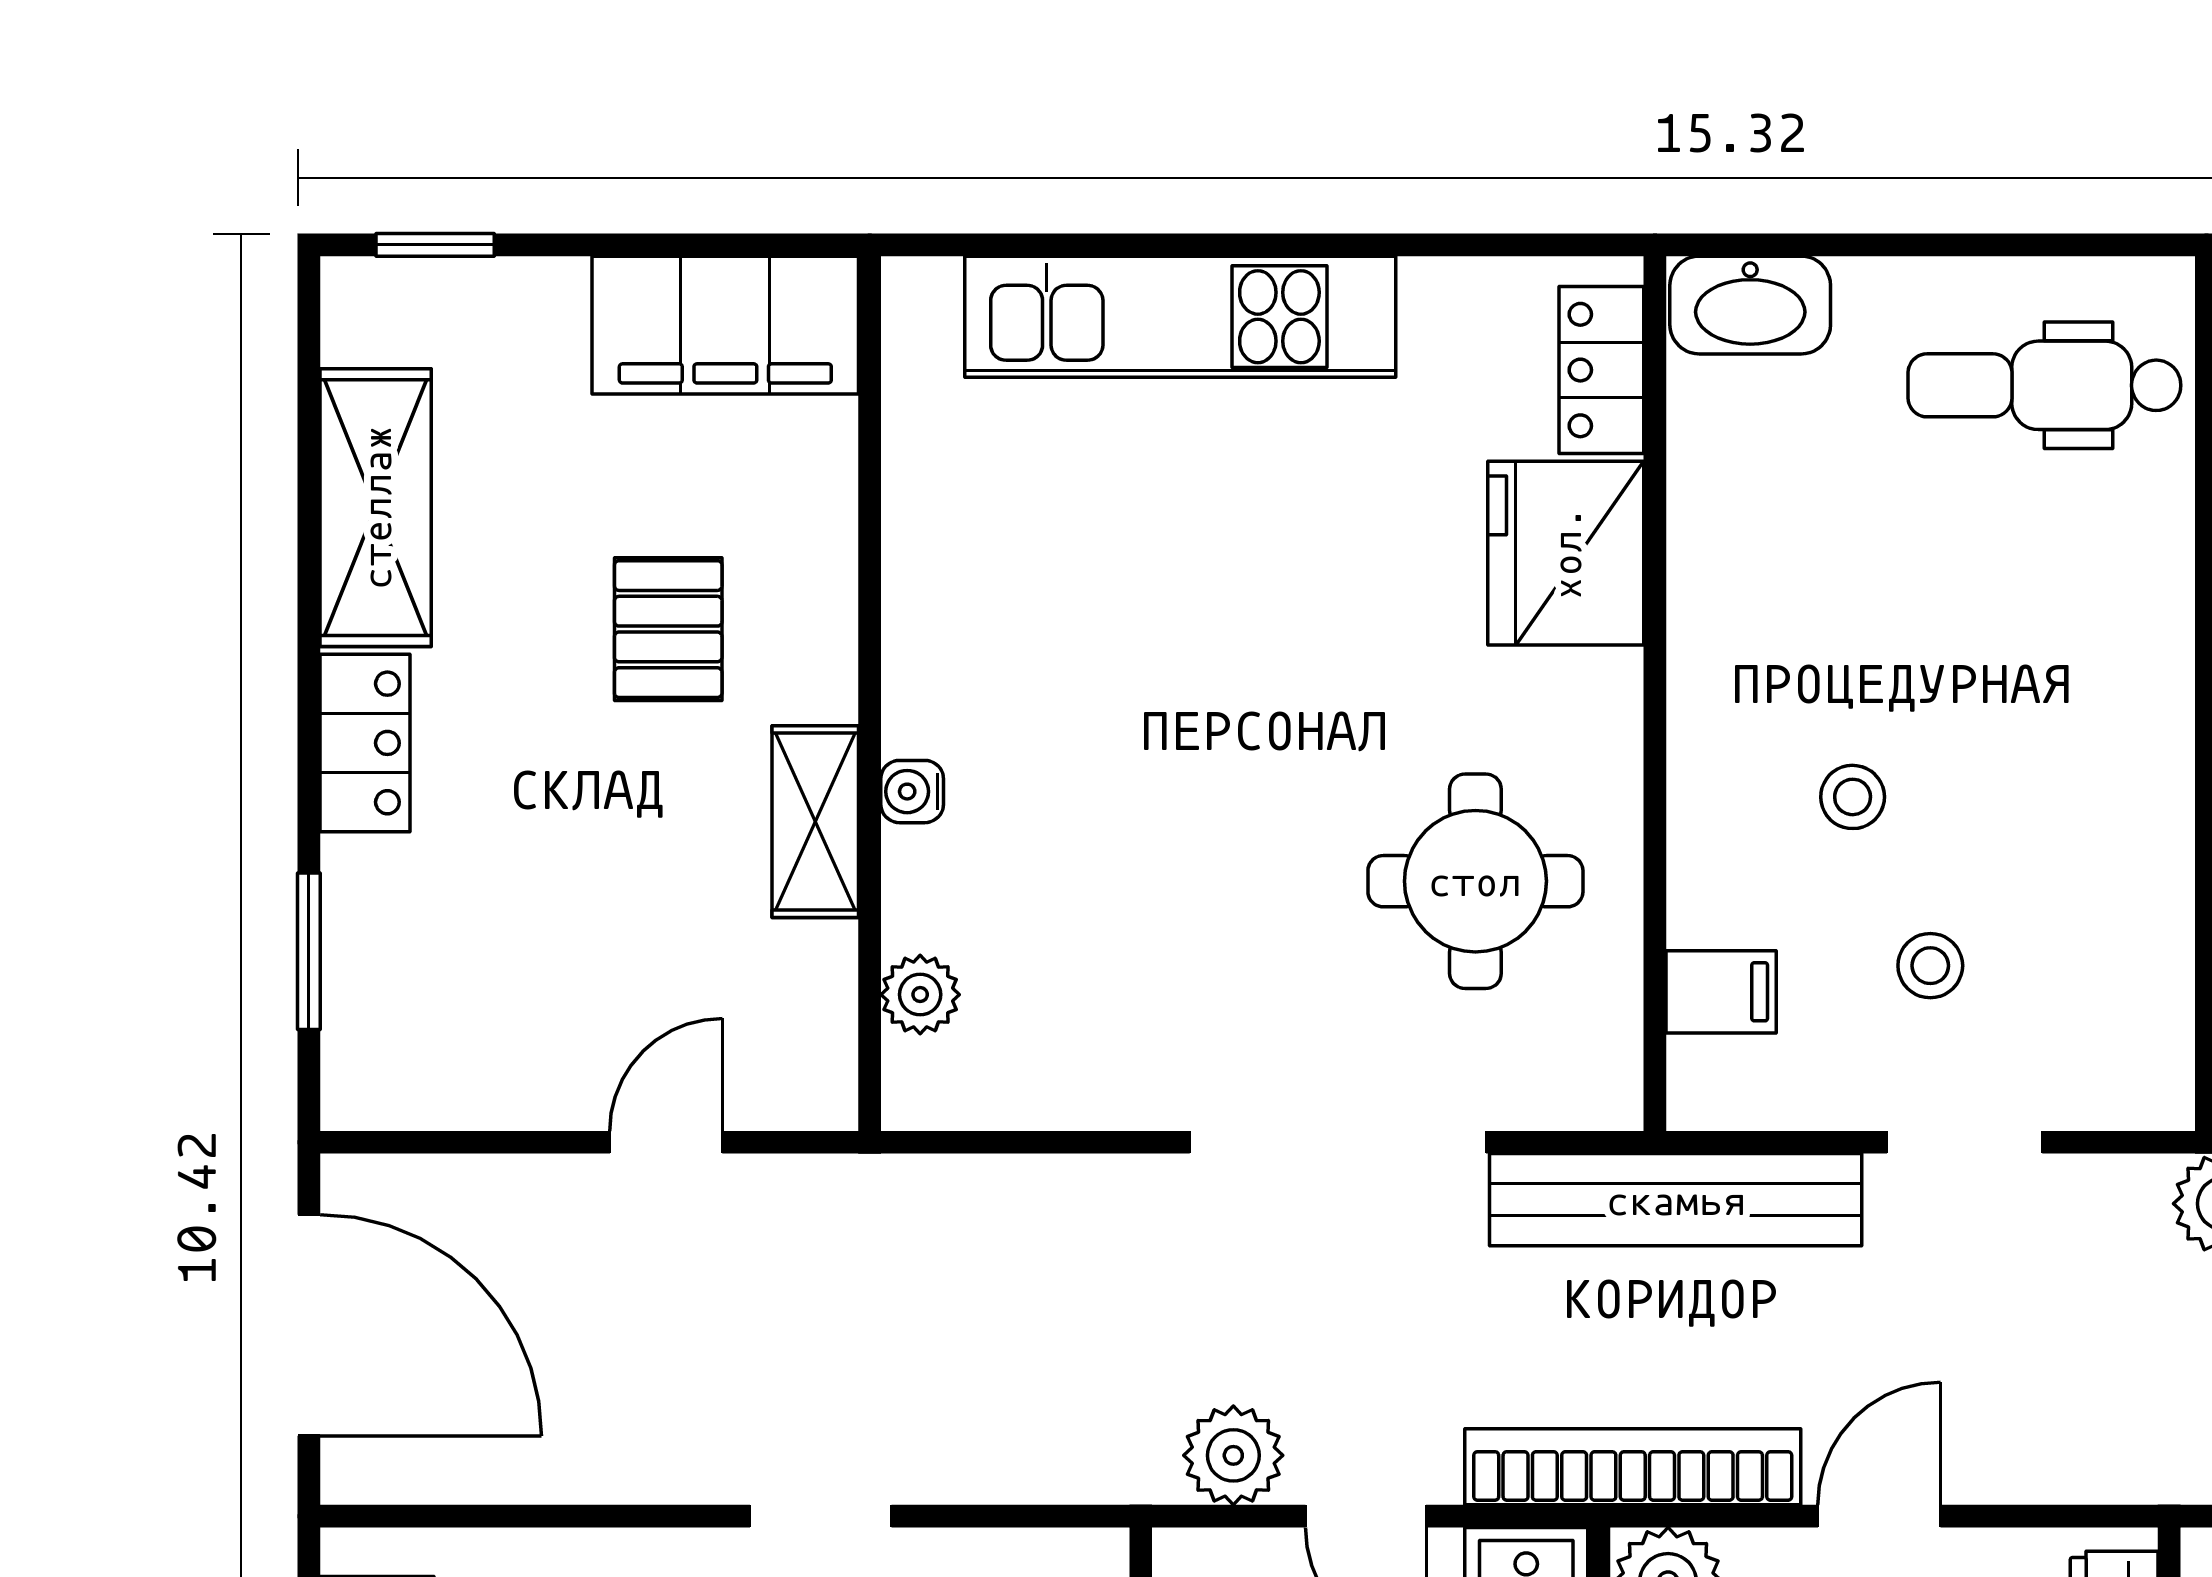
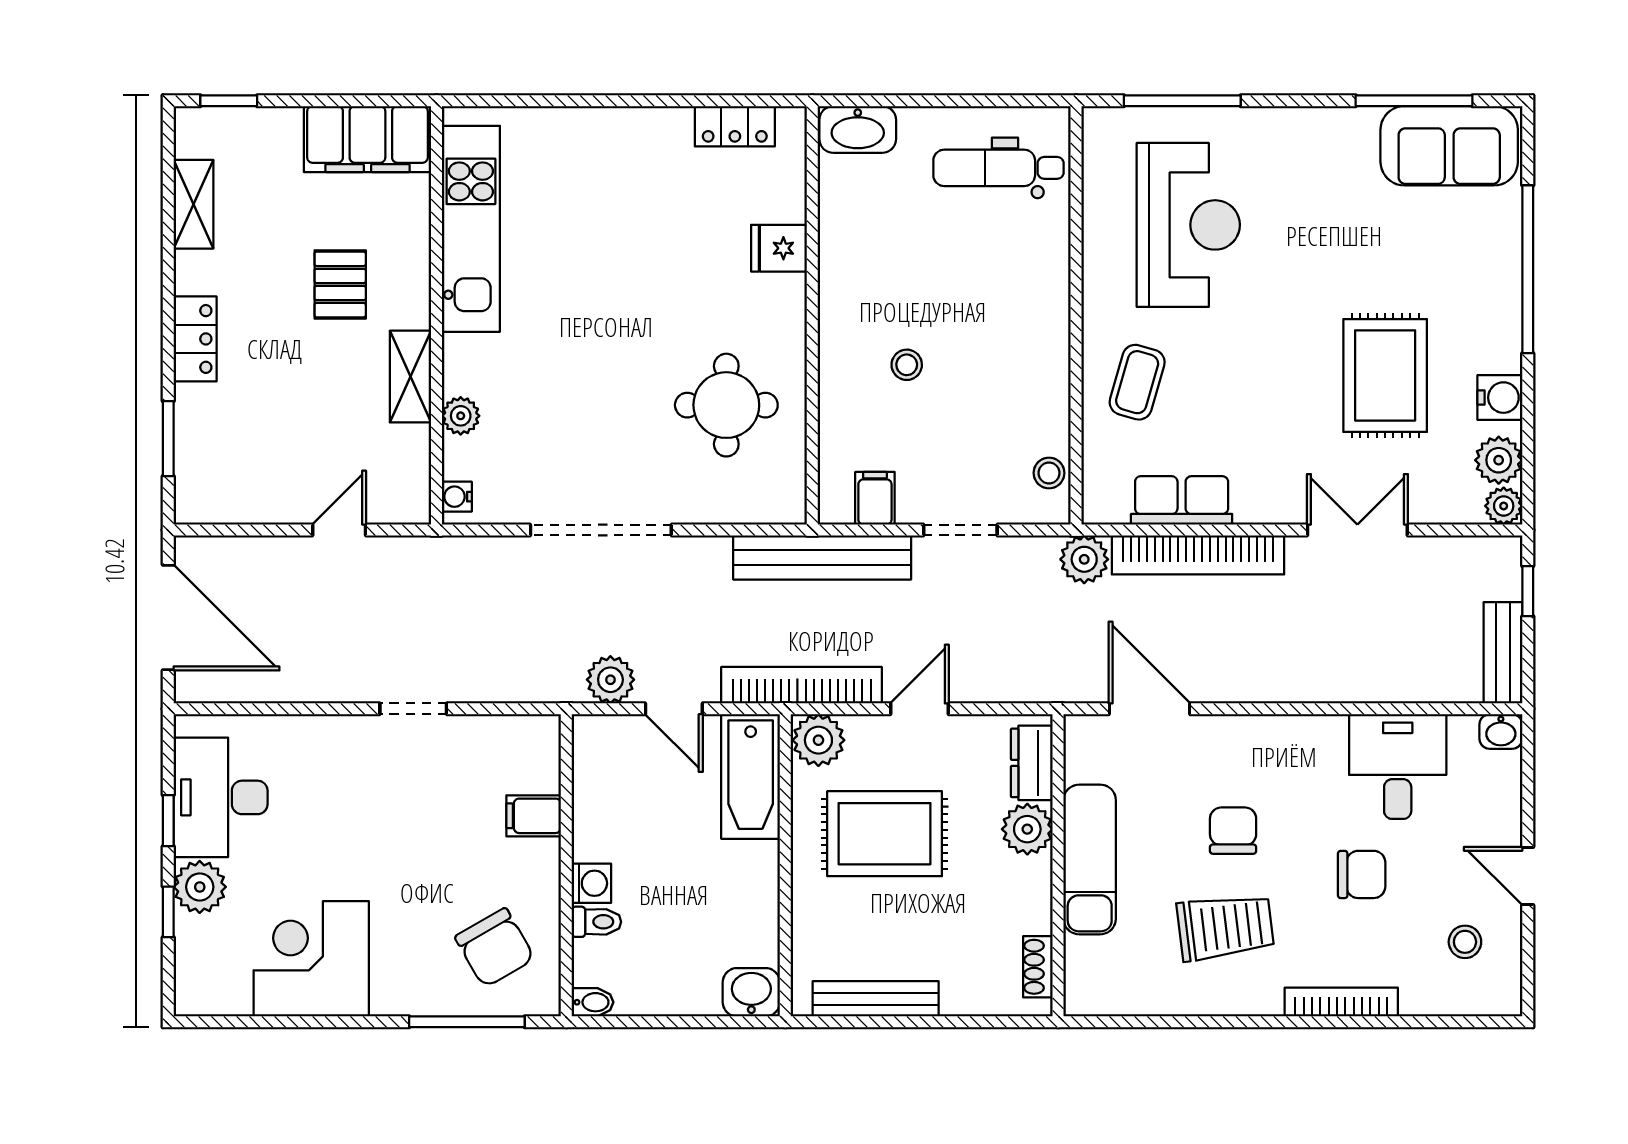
kitchen unit: (1180, 317) -> (471, 229), moved, turned -90
locker: (1601, 370) -> (735, 126), moved, turned -90
shelving: (376, 508) -> (194, 204), width x0.67, depth x0.75
fridge: (1566, 553) -> (779, 248), width x0.53, depth x0.75
water cooler: (912, 792) -> (457, 497), moved
stool: (1930, 966) -> (1049, 473), moved
filing cabinet: (1721, 992) -> (875, 498), moved, turned -90
plant: (920, 995) -> (461, 416), moved
doorway: (1338, 1142) -> (601, 530), moved

